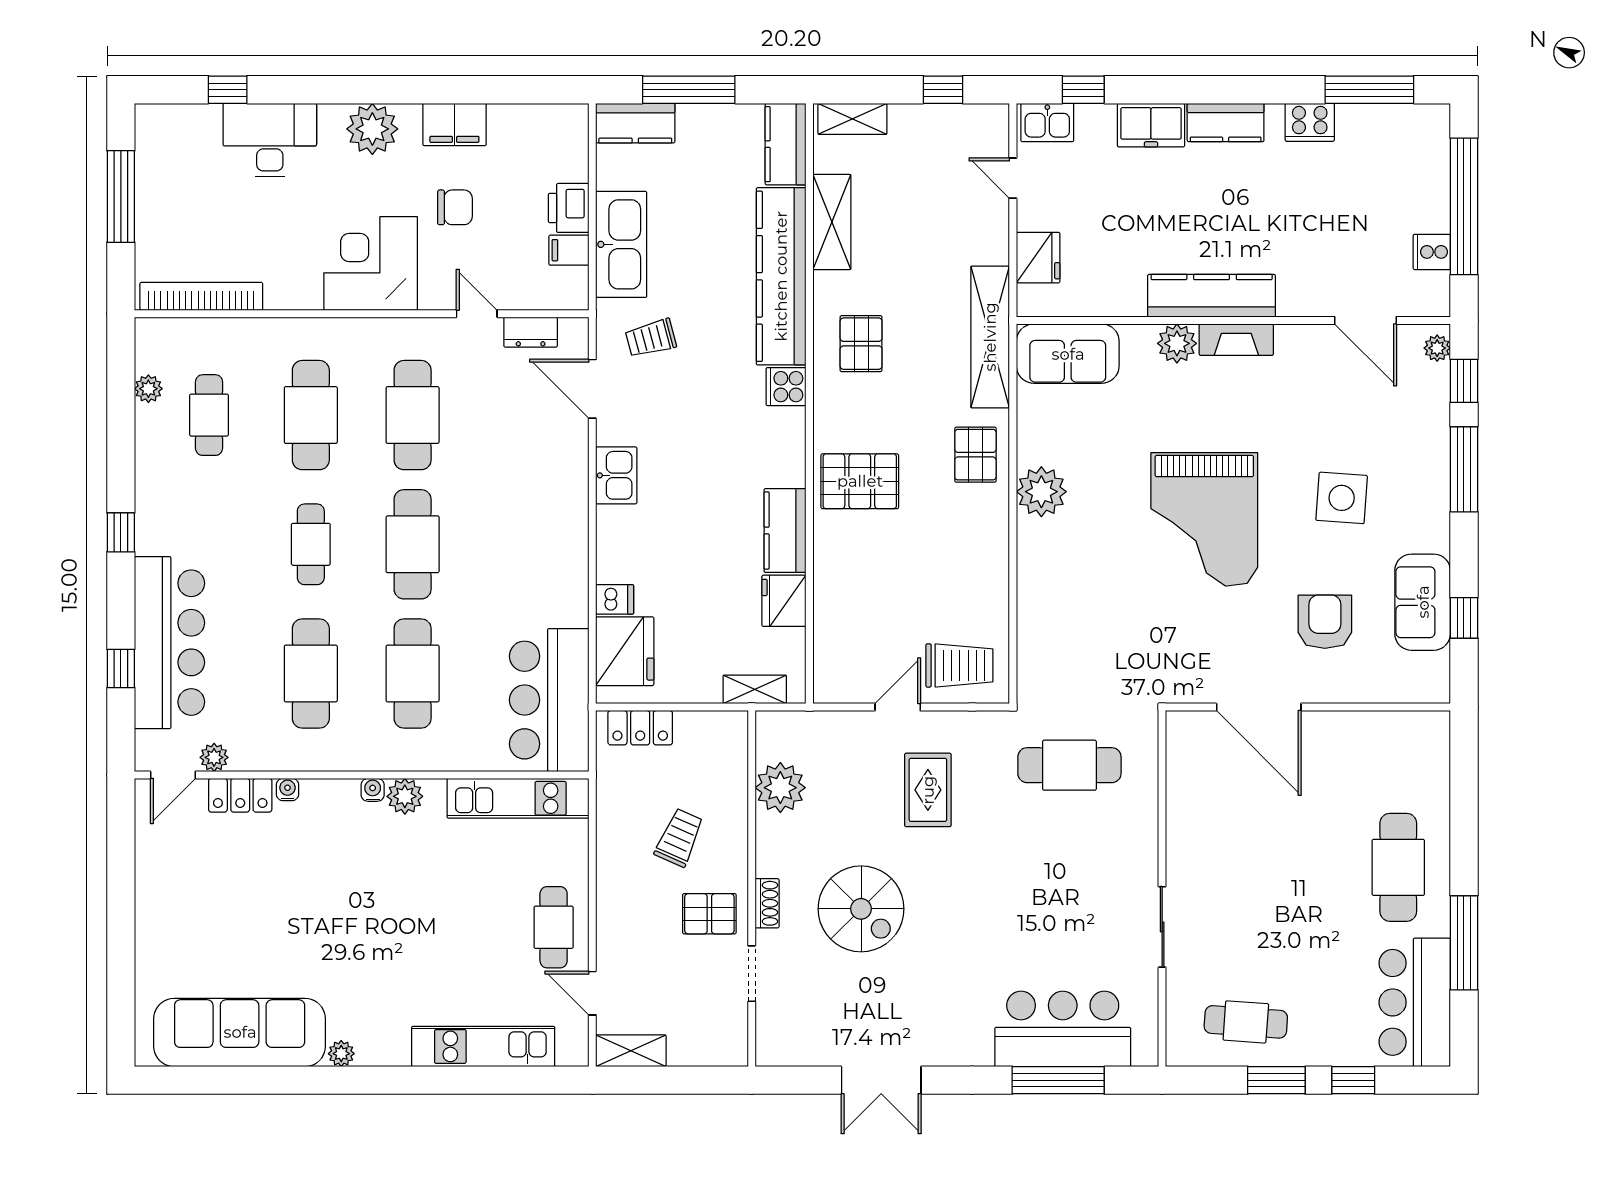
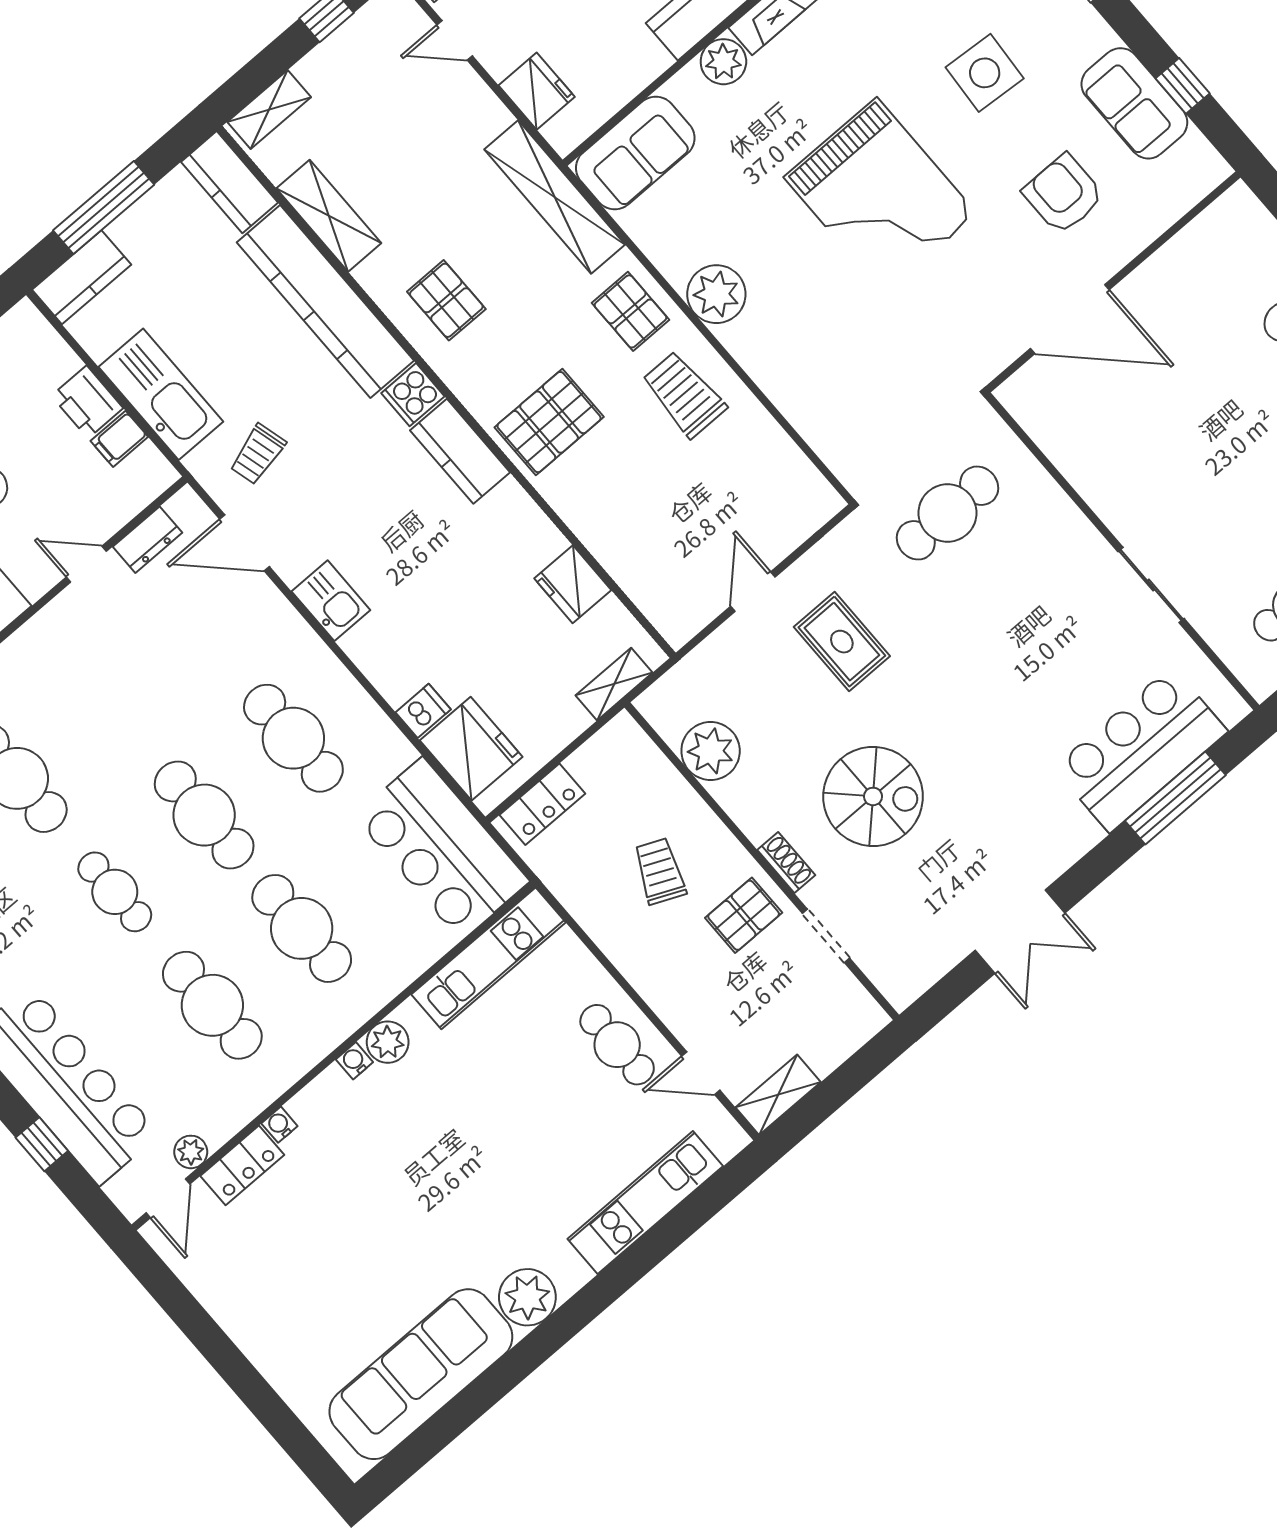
cafe table: (413, 415) -> (293, 738), moved
kitchen counter: (785, 531) -> (460, 451), moved
trolley: (959, 665) -> (684, 394), moved, turned -90
plant: (341, 1054) -> (527, 1297), width x1.88, depth x1.88

